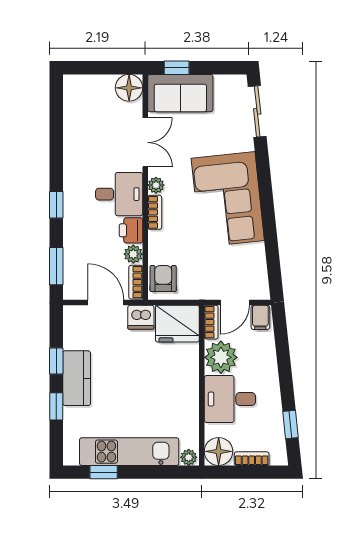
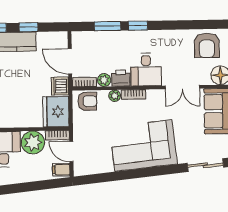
armchair: (86, 107) -> (207, 45), added
plant: (156, 185) -> (115, 96), moved
window: (56, 266) -> (108, 26), moved
door: (106, 303) -> (70, 61), swing flipped

